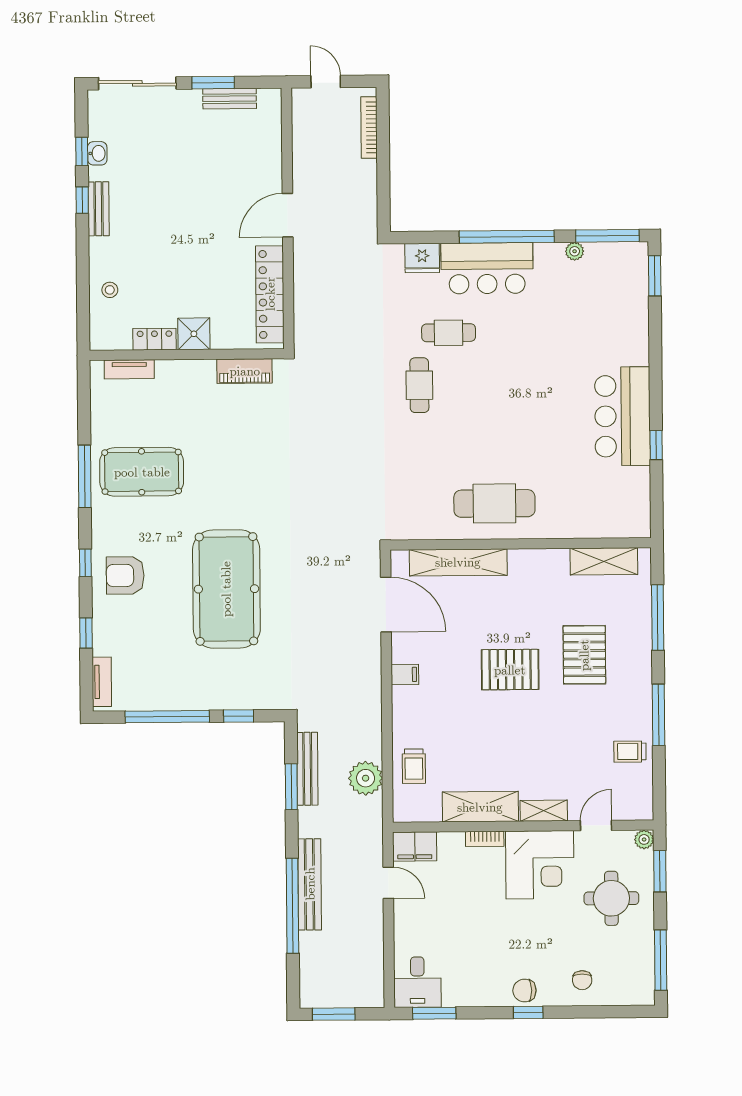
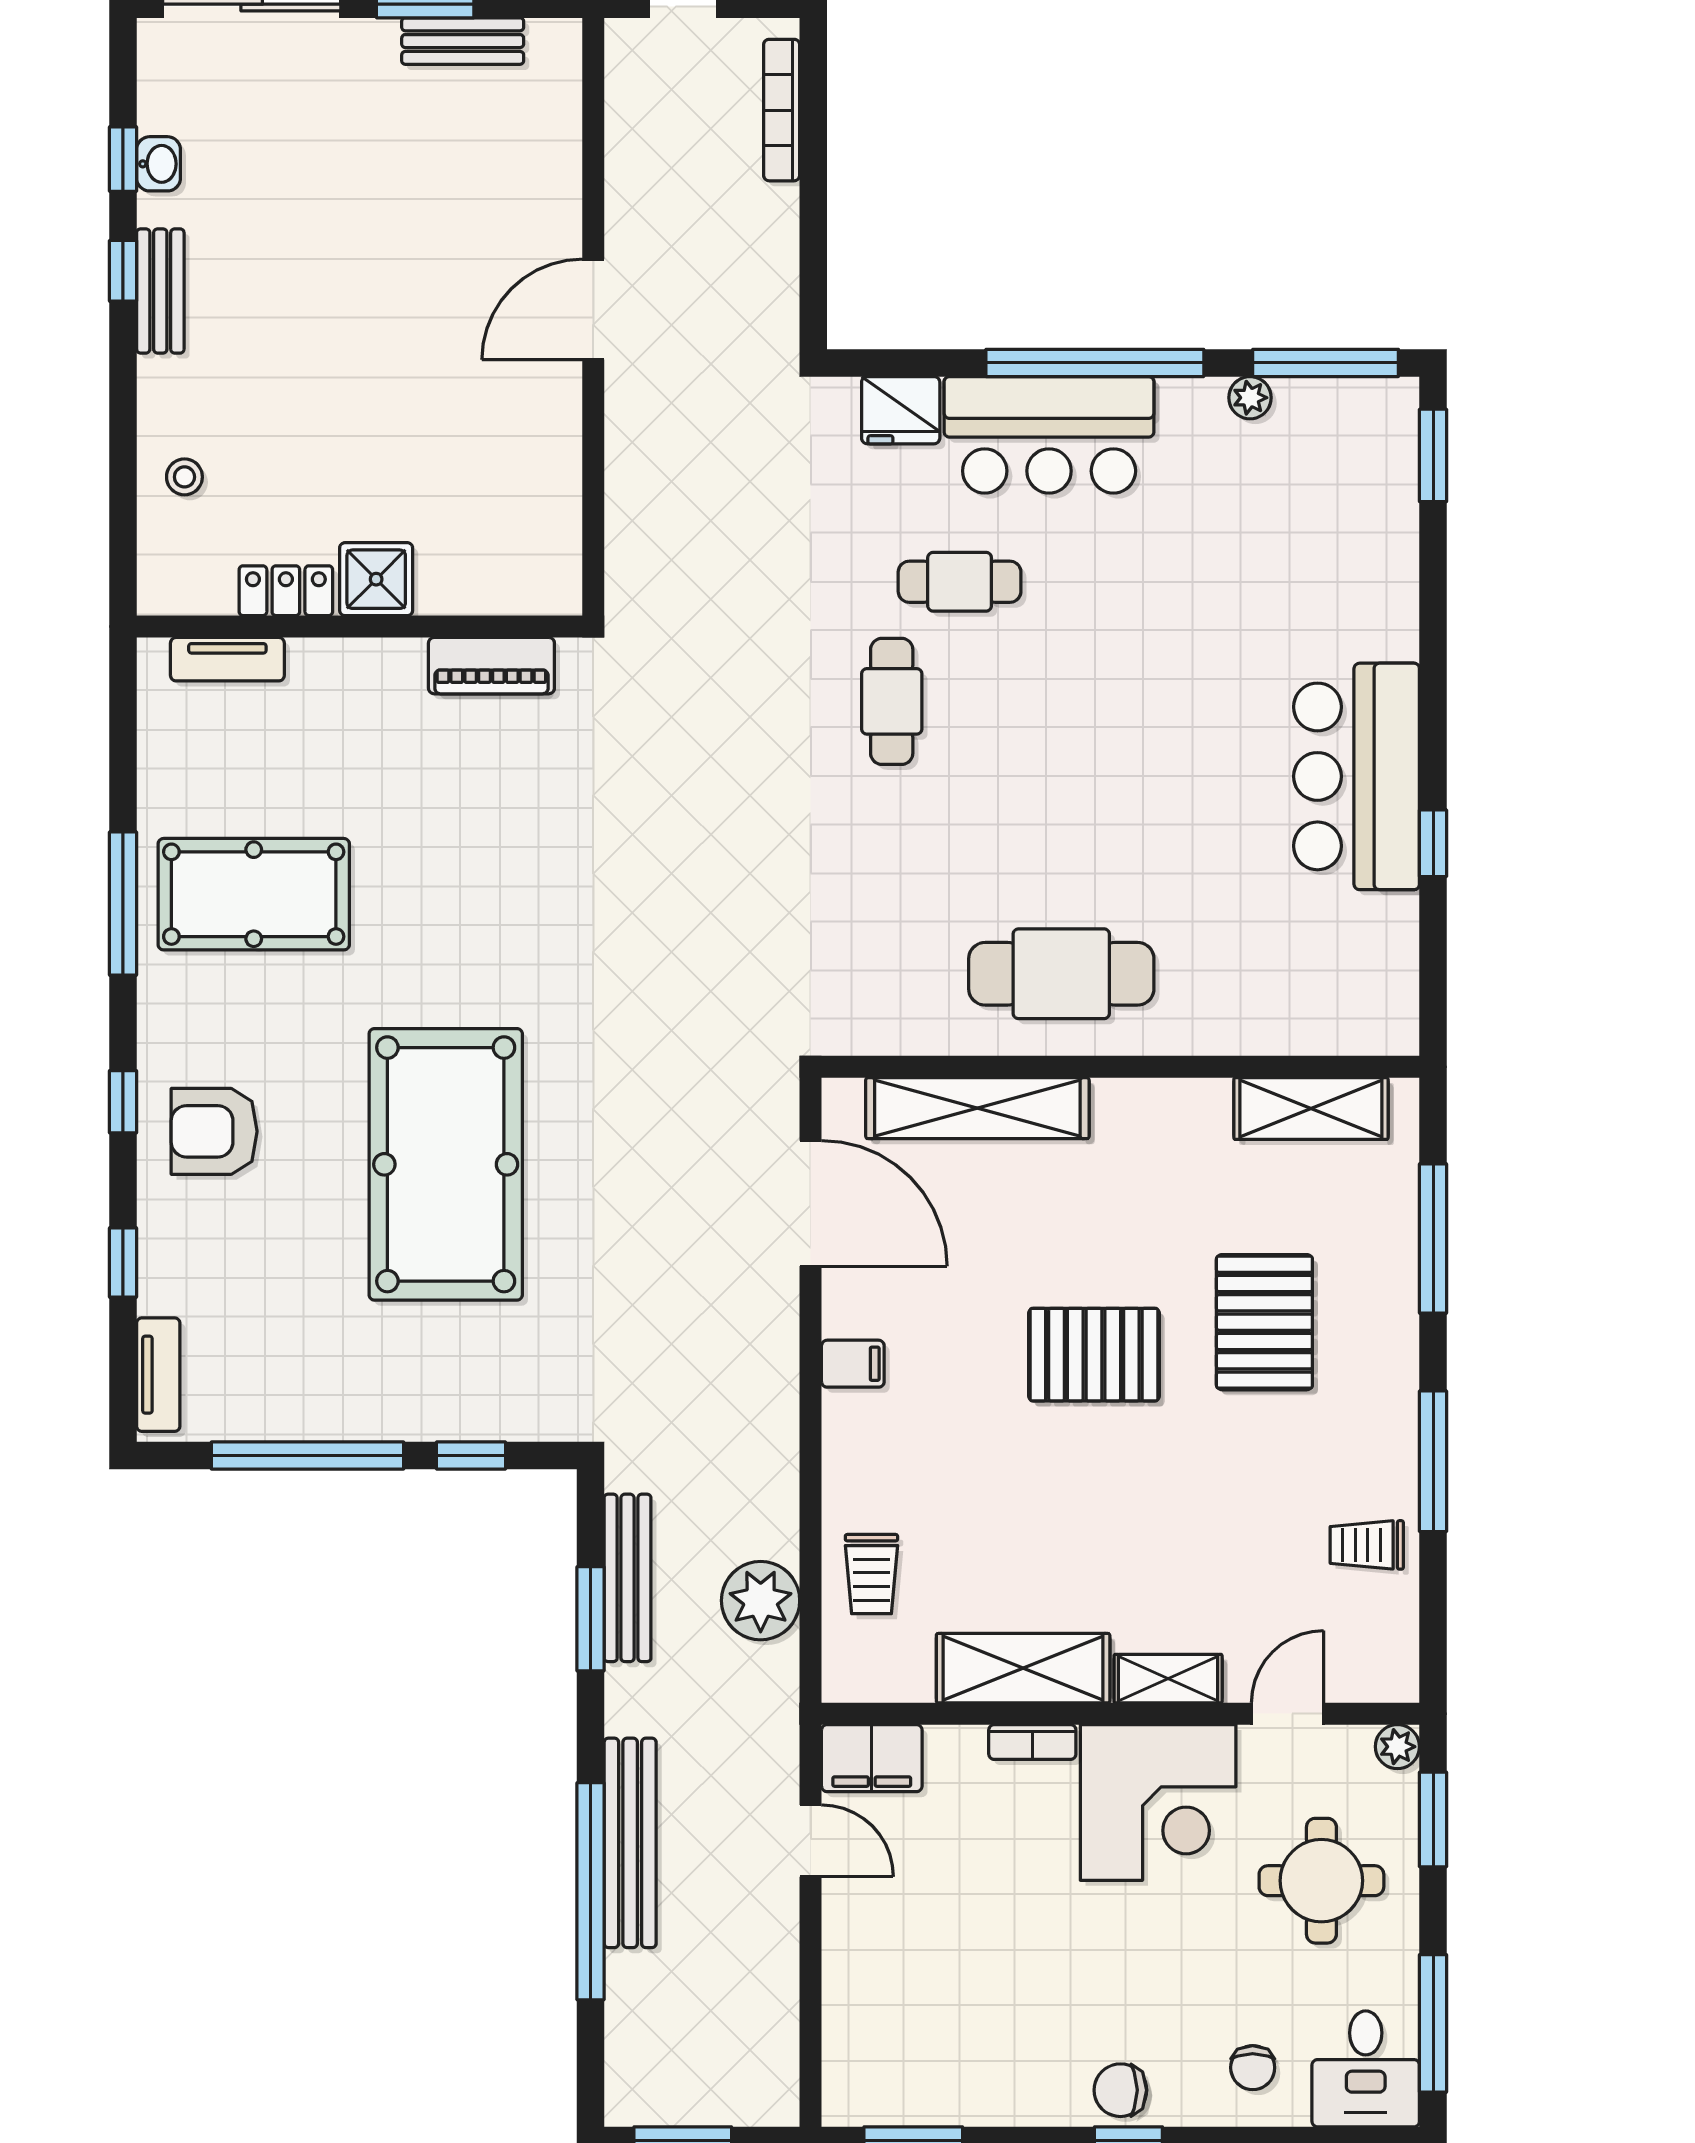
locker: (270, 294) -> (551, 490), removed
desk: (417, 982) -> (1366, 2069), moved

